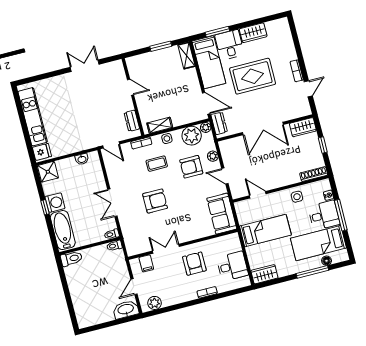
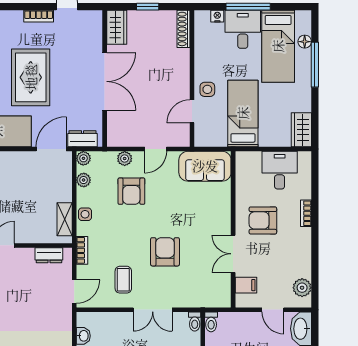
plant: (192, 136) -> (84, 180), width x0.53, depth x0.53
coffee table: (157, 164) -> (123, 280), moved
side table: (297, 197) -> (207, 89), moved

